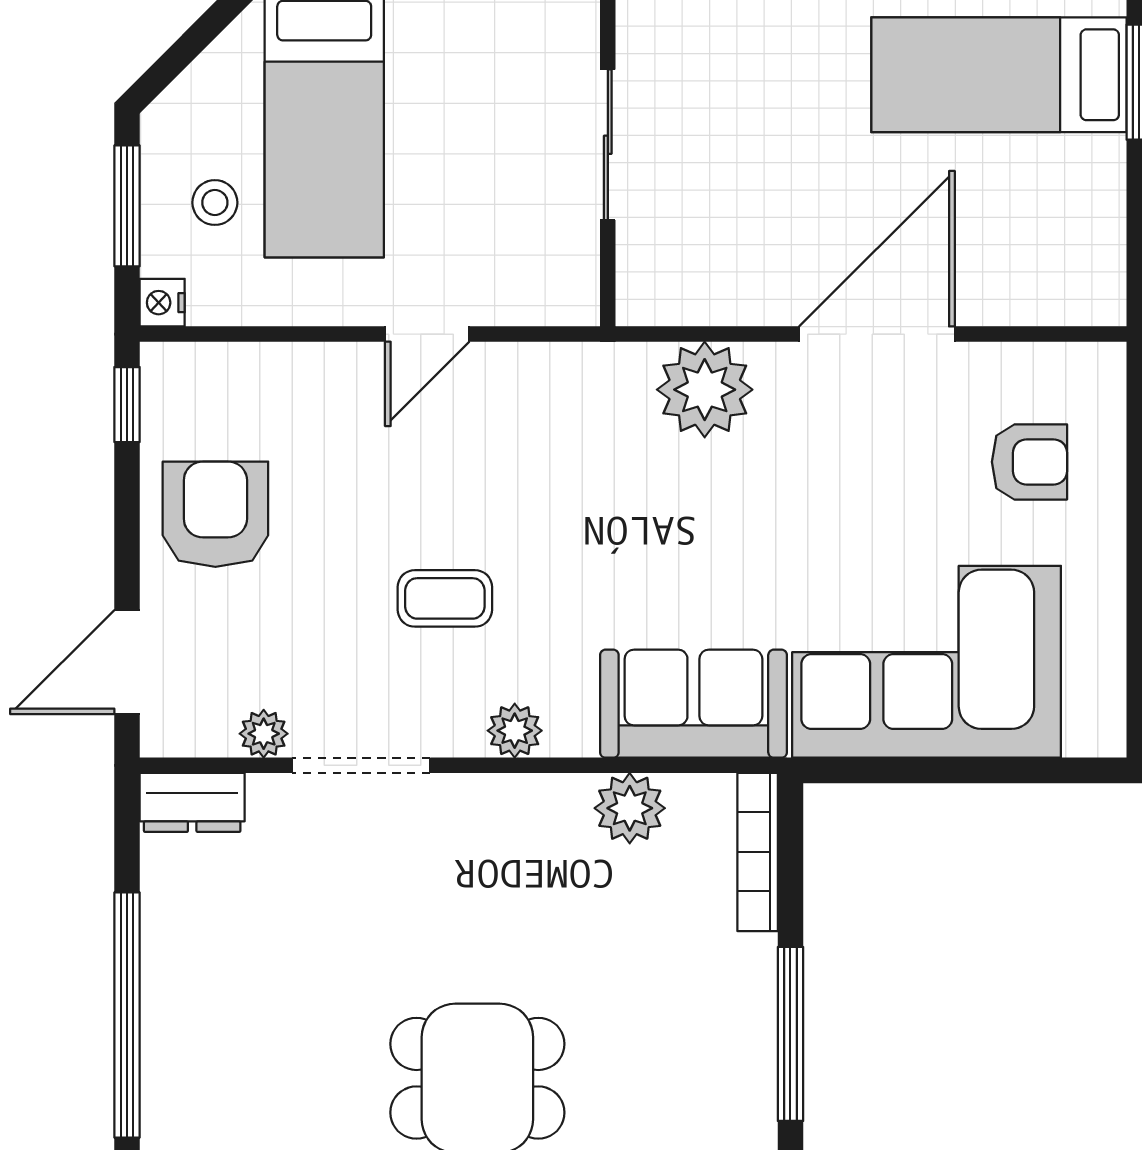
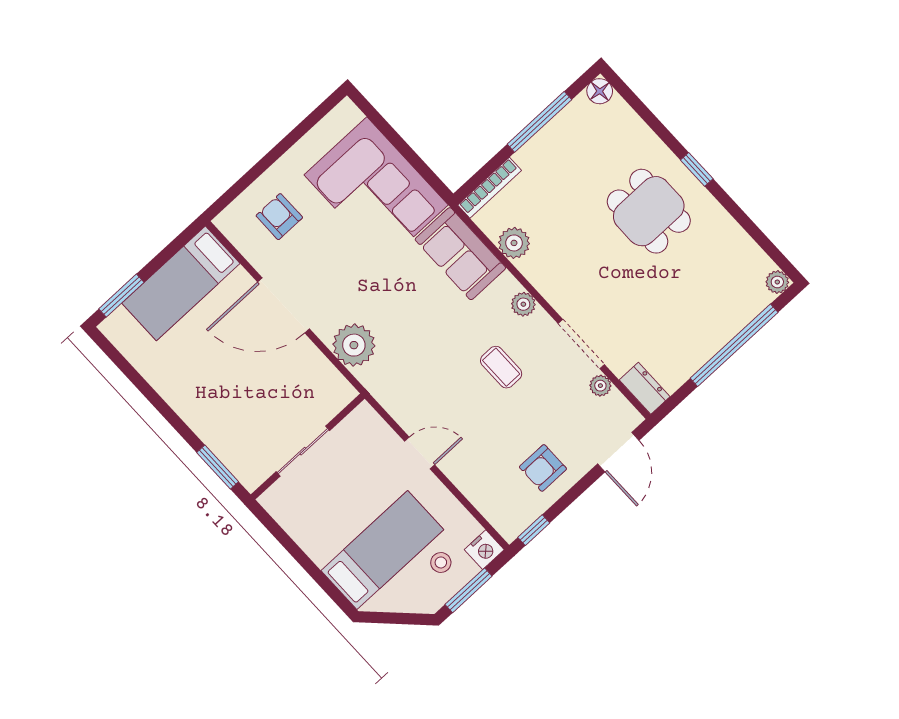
bed: (999, 75) -> (181, 283), moved, turned 90
nightstand: (162, 303) -> (484, 550), width x1.39, depth x1.35
armchair: (215, 514) -> (543, 468), width x0.72, depth x0.72
door: (127, 662) -> (618, 452), hinge flipped

